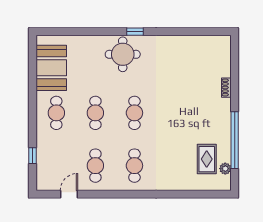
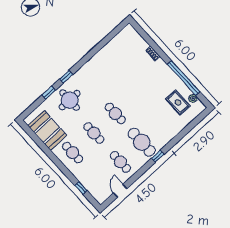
window: (87, 32) -> (49, 93), added
window: (135, 32) -> (66, 77), moved
round table: (123, 54) -> (70, 100), moved
cafe table: (134, 166) -> (142, 142), width x1.37, depth x1.35
window: (138, 194) -> (158, 156), added

